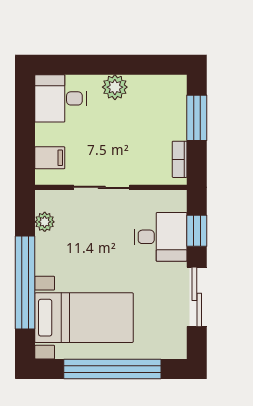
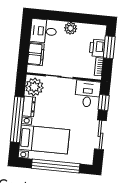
printer: (173, 122) -> (97, 48), added
filing cabinet: (50, 158) -> (36, 54), width x2.00
plant: (45, 222) -> (34, 87), width x1.88, depth x1.88
desk: (161, 237) -> (88, 94), moved, turned -90
dresser: (46, 254) -> (29, 106), added

